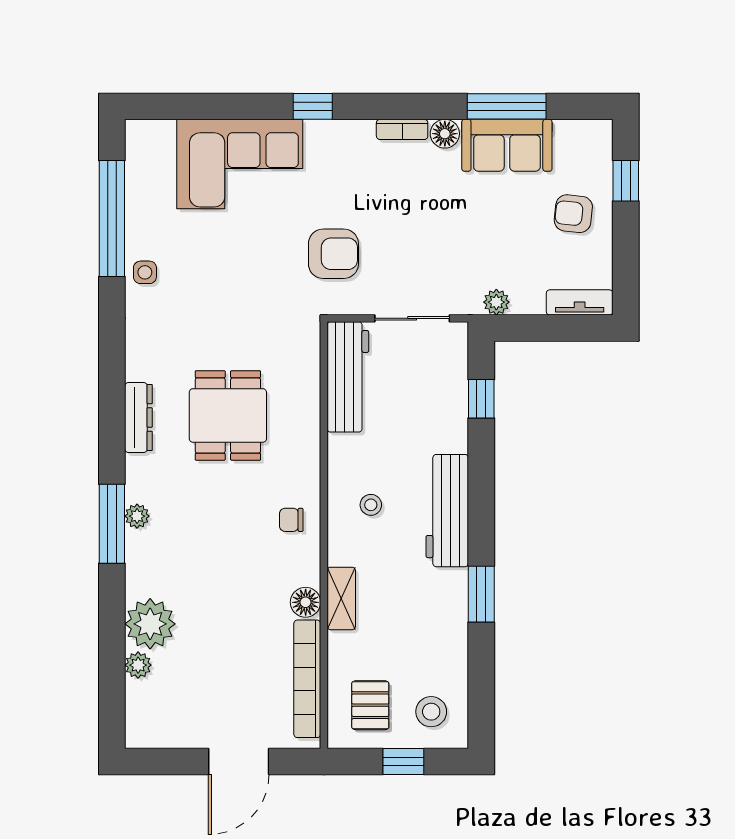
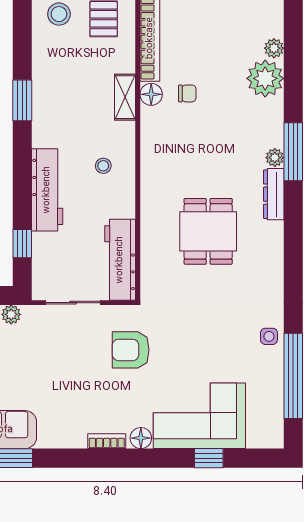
window: (313, 106) -> (209, 458), moved
bookcase: (402, 129) -> (107, 441), moved
floor lamp: (445, 134) -> (141, 438), moved
dresser: (138, 418) -> (274, 194), moved
workbench: (447, 511) -> (47, 190), moved
chair: (291, 520) -> (187, 93), moved

